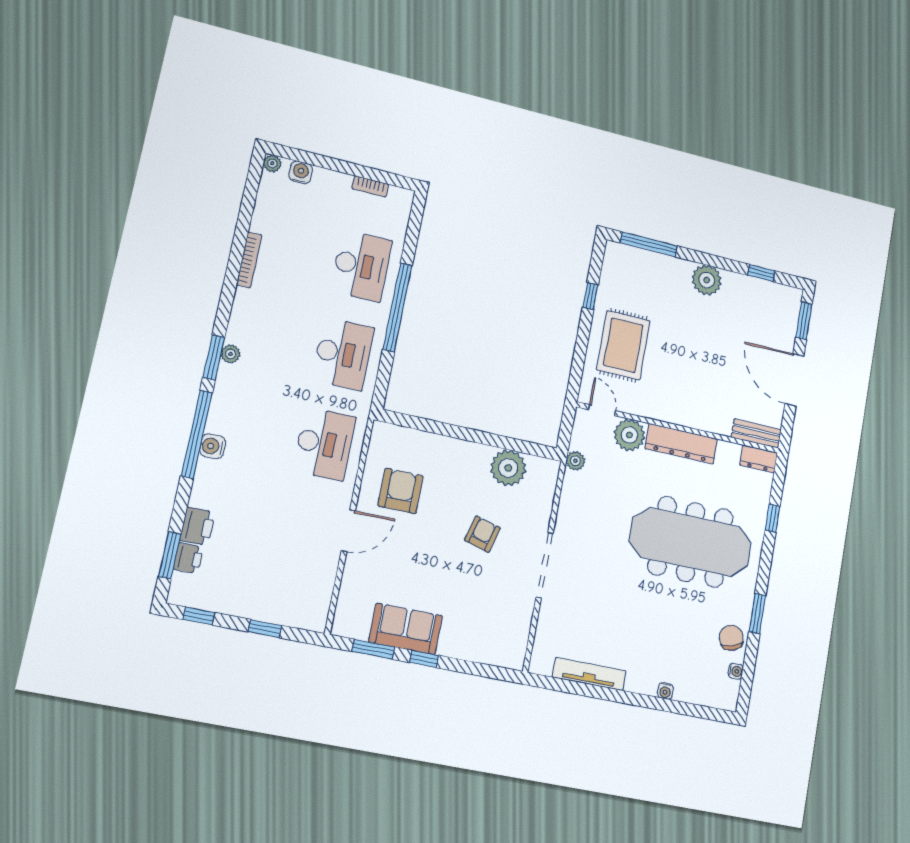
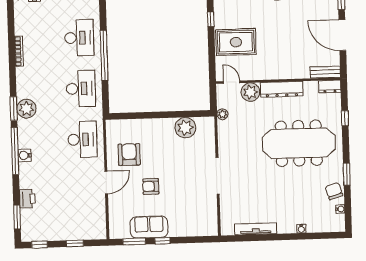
rug: (623, 345) -> (236, 42), turned 90
plant: (231, 354) -> (26, 109), width x1.88, depth x1.88
armchair: (482, 534) -> (151, 186), moved, turned -105
printer: (188, 558) -> (27, 216), removed

